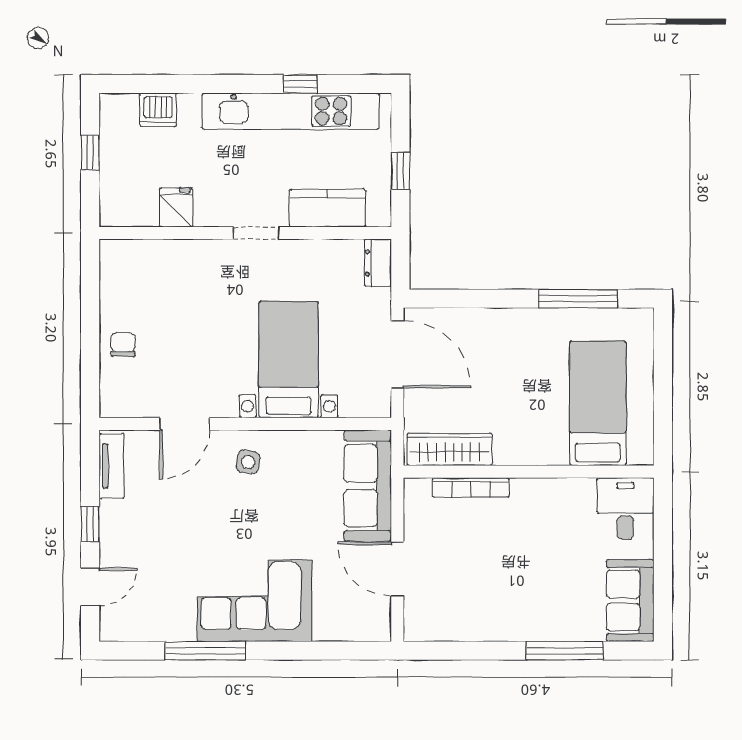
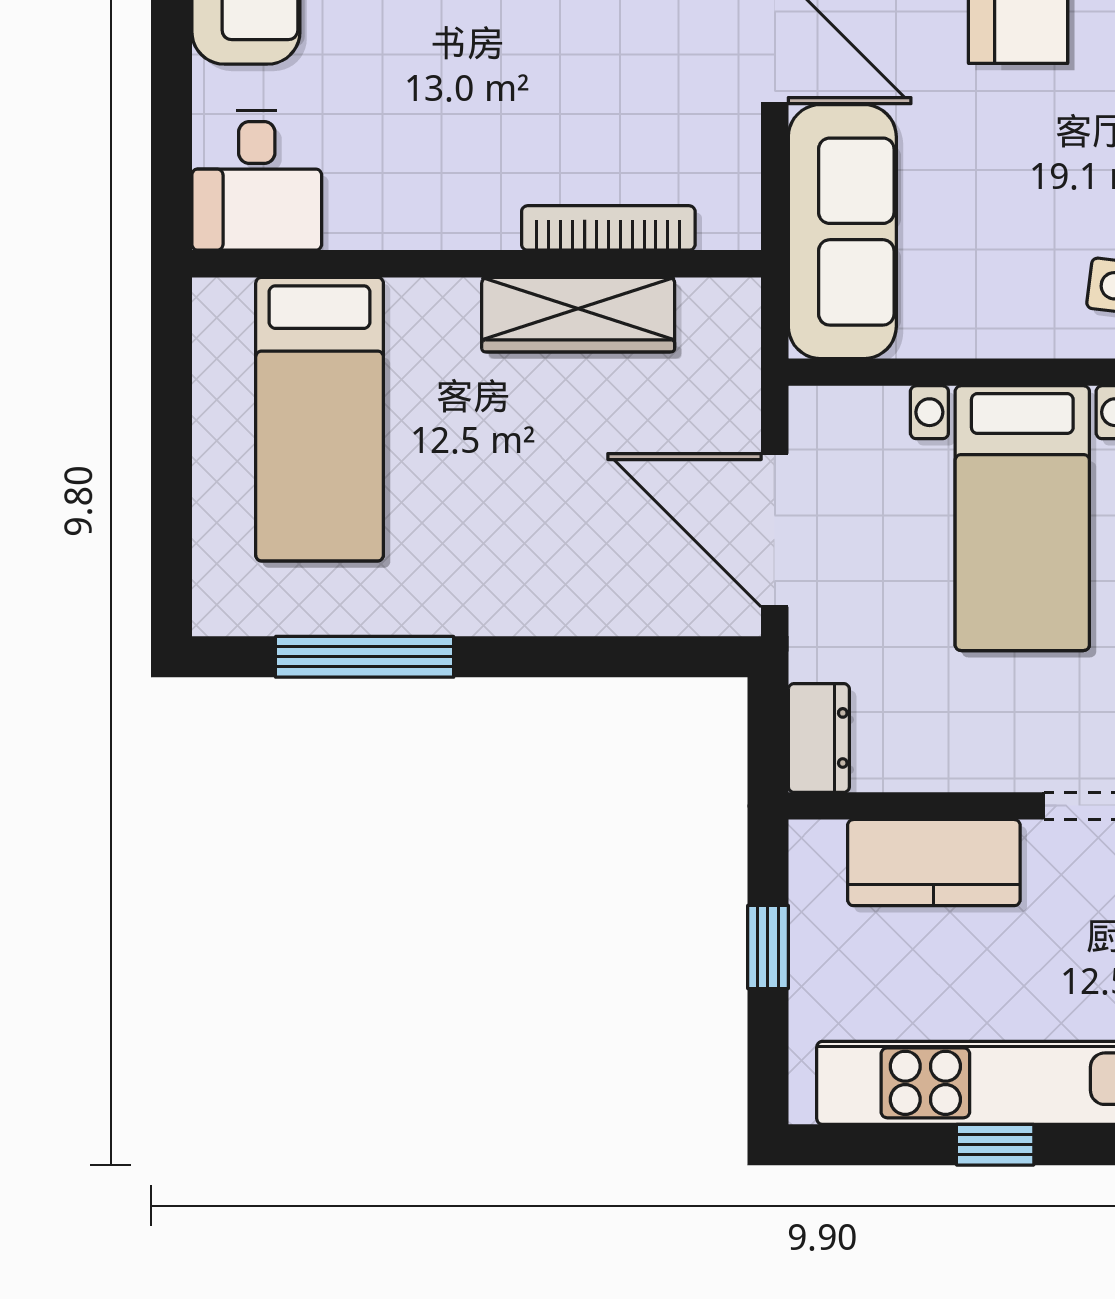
wardrobe: (449, 449) -> (578, 315), moved

